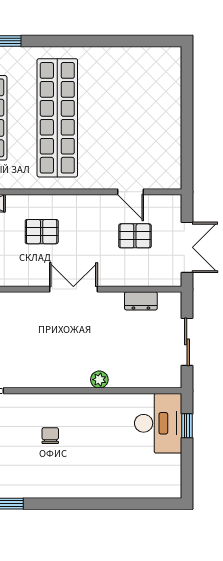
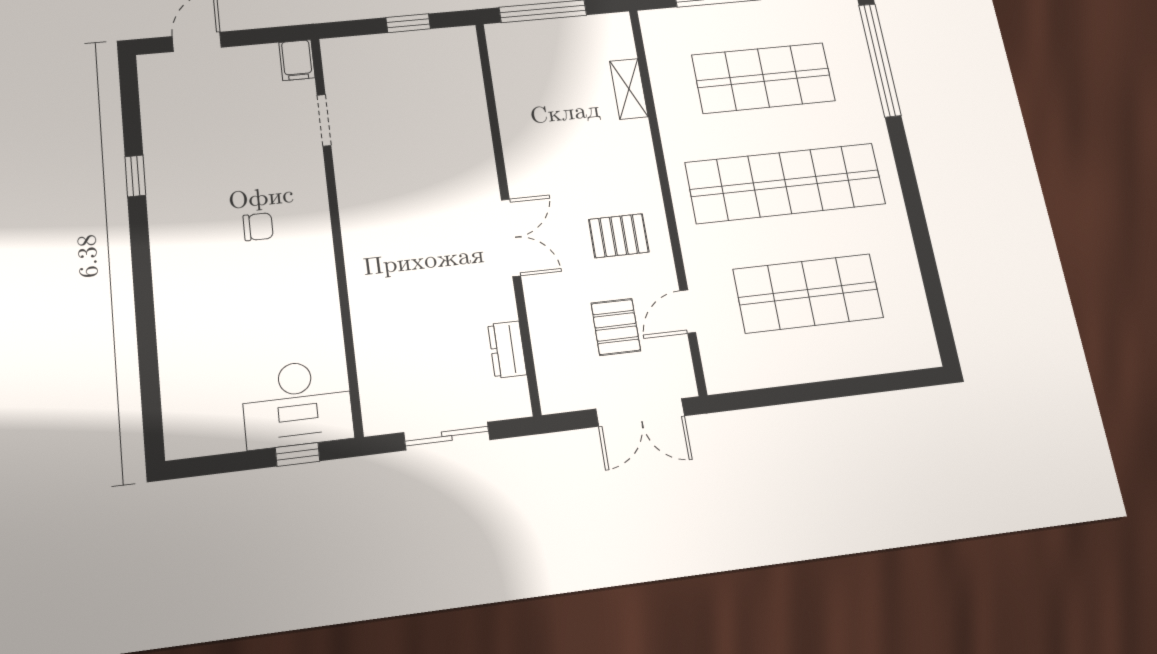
shop shelf: (128, 118) -> (808, 293), added
pallet: (42, 232) -> (619, 236), moved, turned 90
double door: (187, 247) -> (640, 412), moved
plant: (99, 380) -> (363, 296), removed

